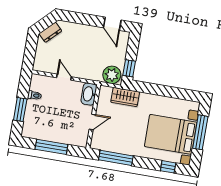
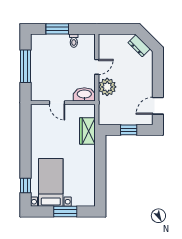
window: (129, 68) -> (129, 130), moved
plant: (112, 75) -> (107, 87), moved
window: (200, 132) -> (65, 212), width x0.69
bed with nightstands: (171, 134) -> (51, 182), width x0.73
window: (116, 158) -> (26, 132), removed

